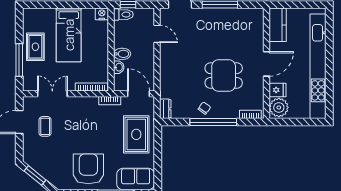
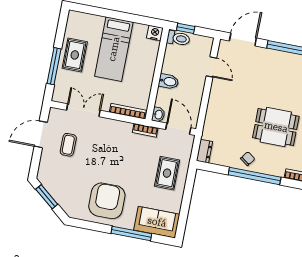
washbasin: (119, 67) -> (158, 115), moved
rug: (136, 134) -> (167, 173), width x0.73, depth x0.70

